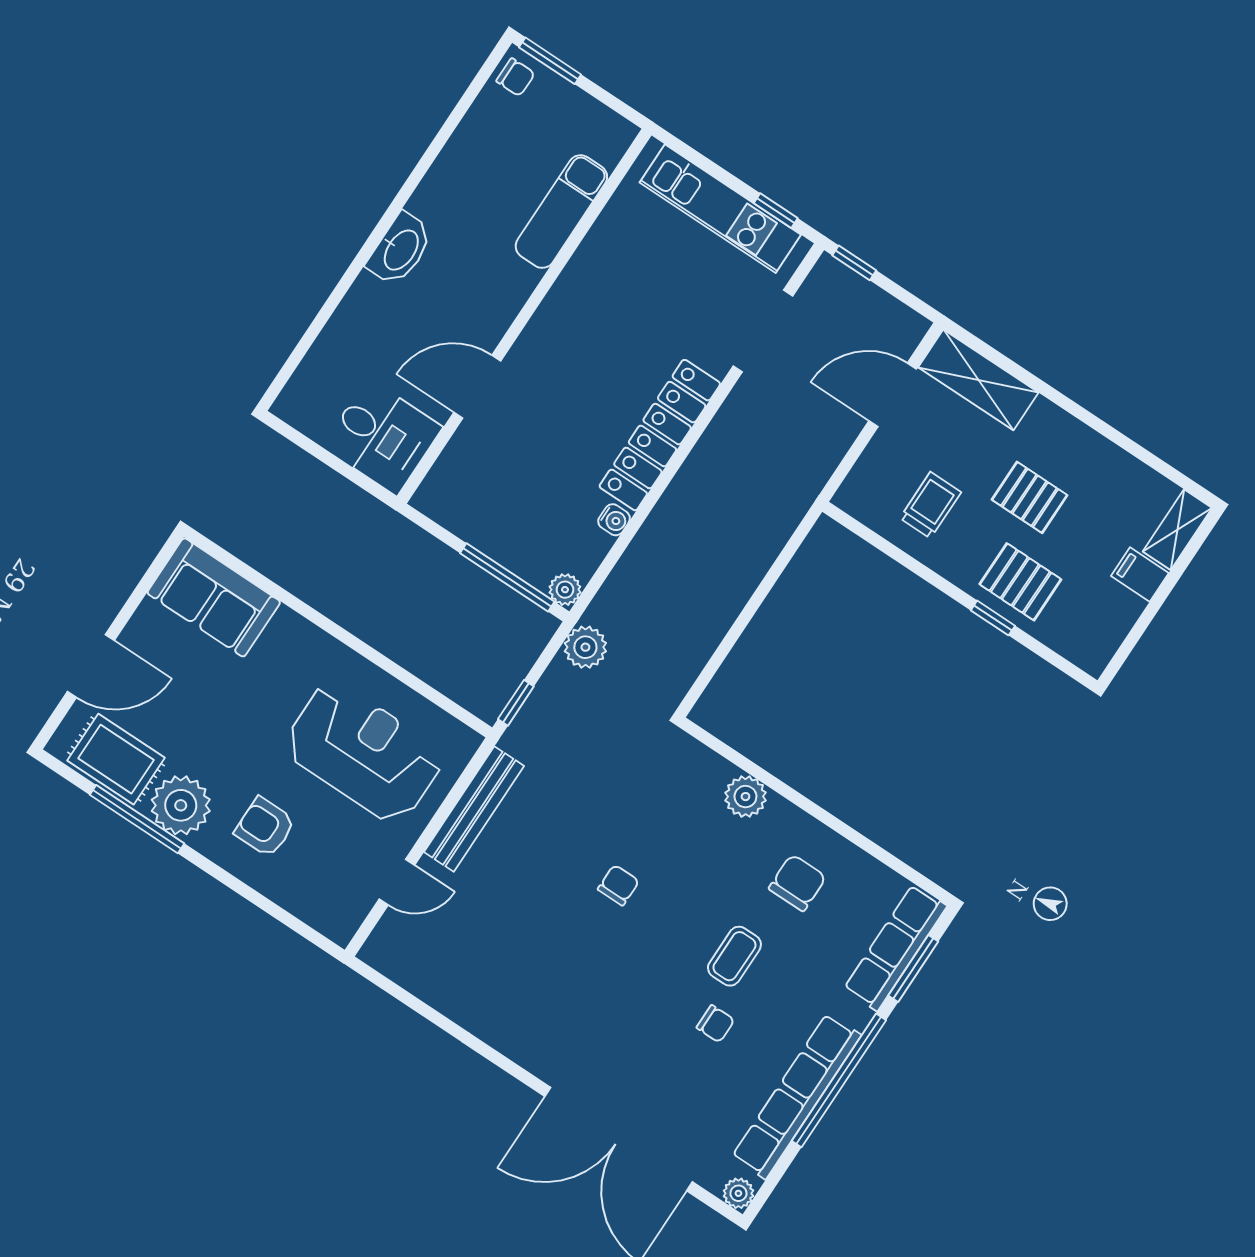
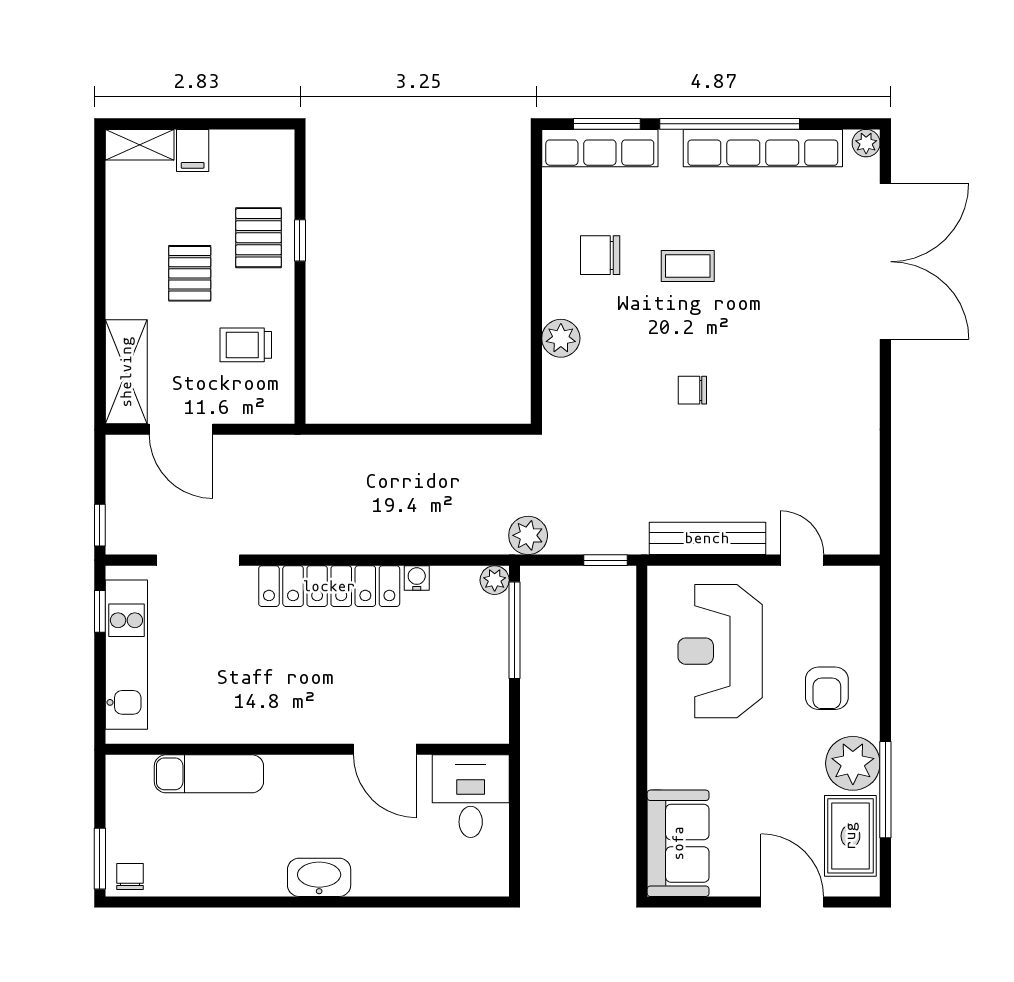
chair: (715, 1024) -> (749, 246), removed

